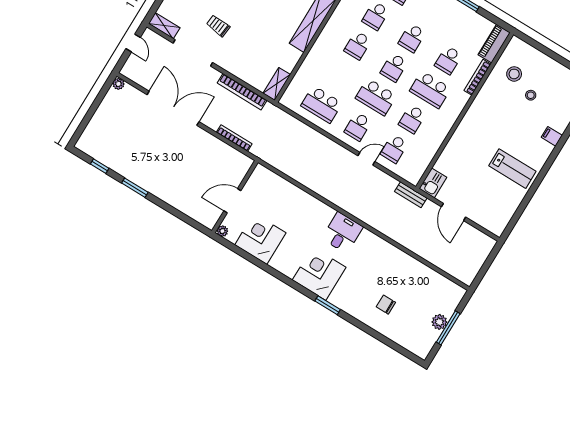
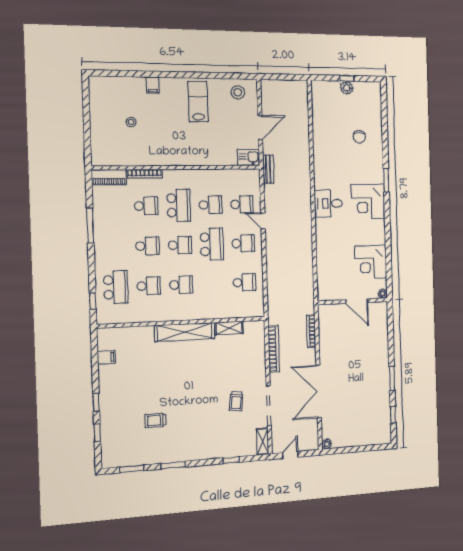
stool: (514, 74) -> (238, 92), moved
shelving: (277, 84) -> (229, 328), moved
school desk: (322, 104) -> (244, 282), width x0.54
window: (448, 328) -> (347, 78), width x0.46

